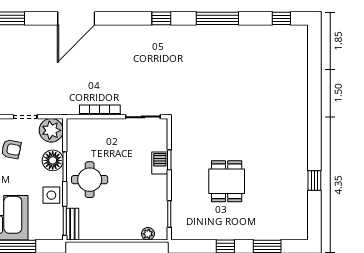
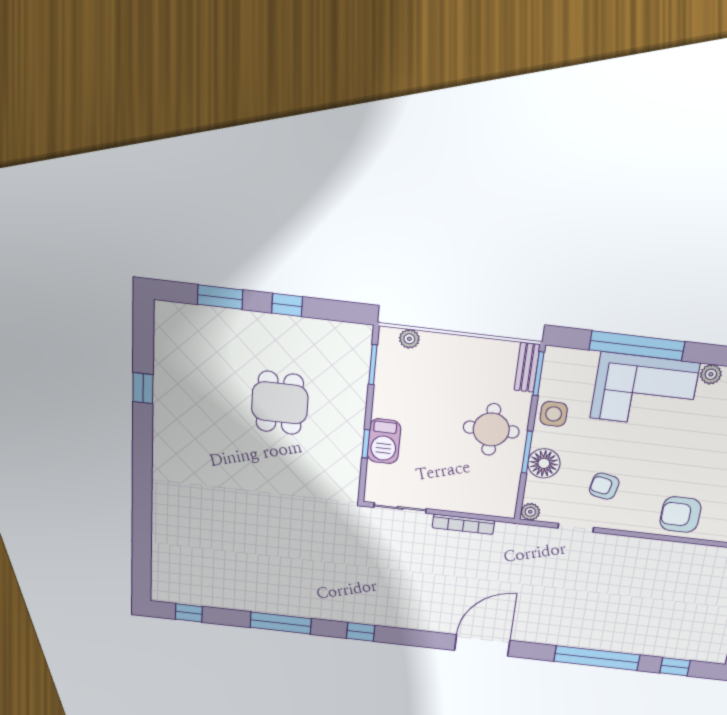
plant: (51, 130) -> (530, 512), width x0.53, depth x0.53
barbecue: (160, 163) -> (384, 441), width x1.38, depth x1.27

